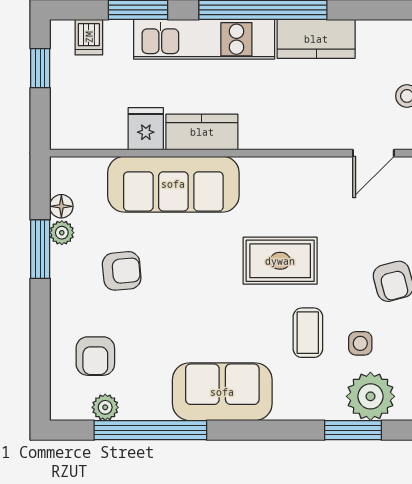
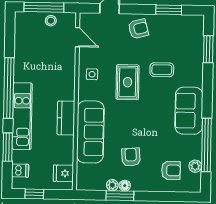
kitchen counter: (316, 39) -> (23, 63), removed
fridge: (146, 129) -> (63, 173), moved
floor lamp: (61, 206) -> (125, 186), moved
side table: (360, 343) -> (92, 74), moved
plant: (370, 396) -> (192, 41), removed

